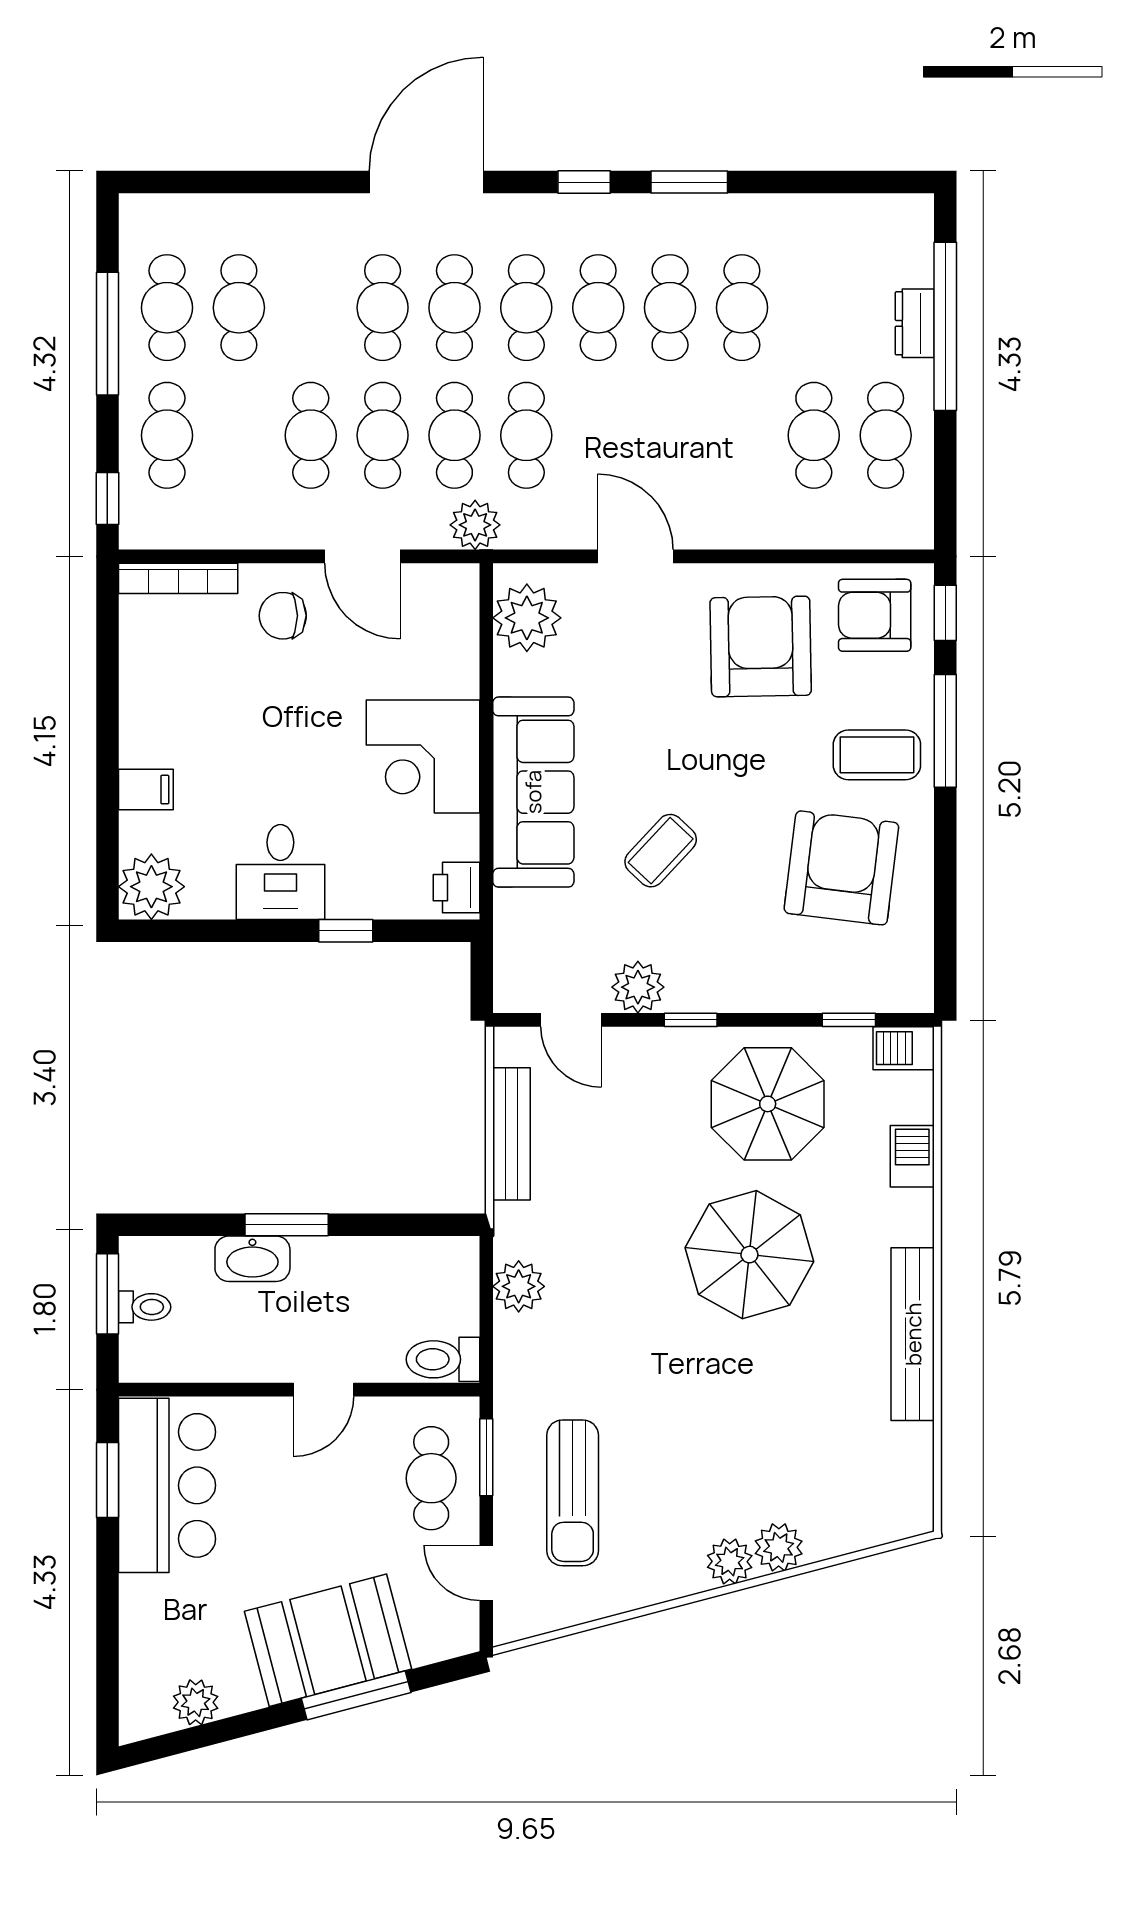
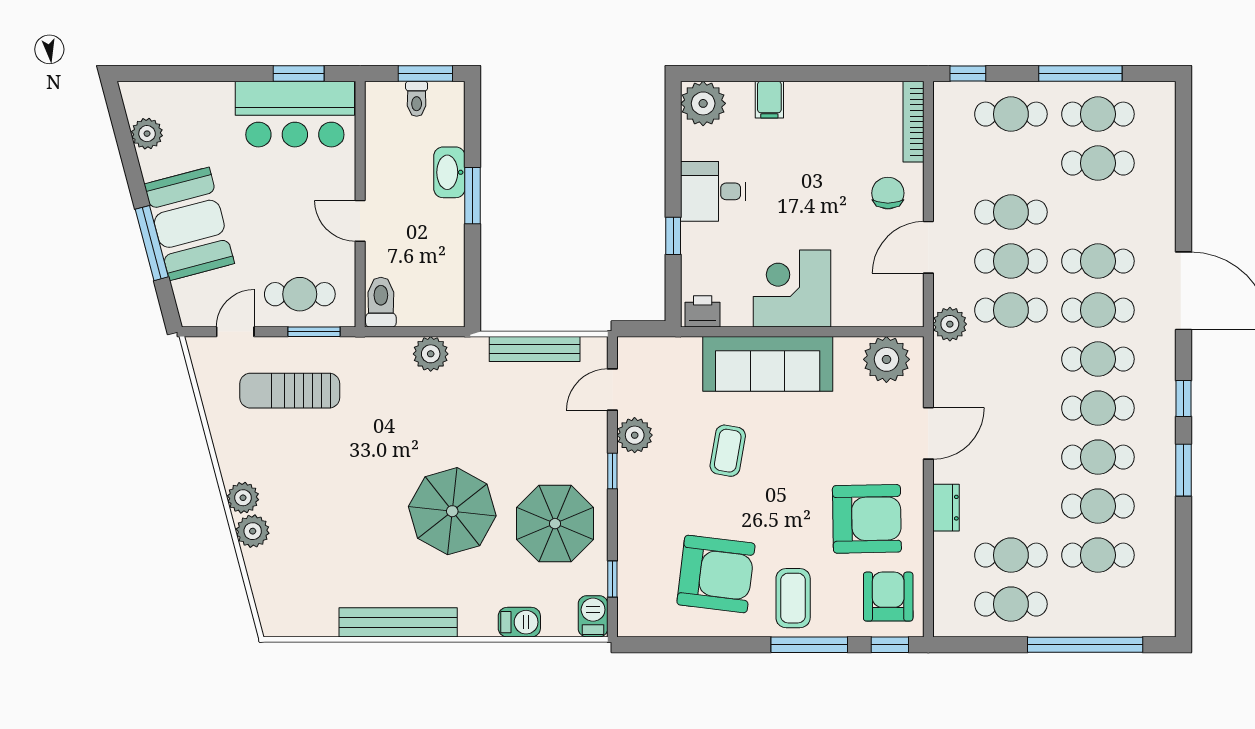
dresser: (915, 323) -> (946, 508), moved, turned 90
cafe table: (526, 435) -> (1098, 555), moved
coffee table: (661, 851) -> (728, 451), turned 57

